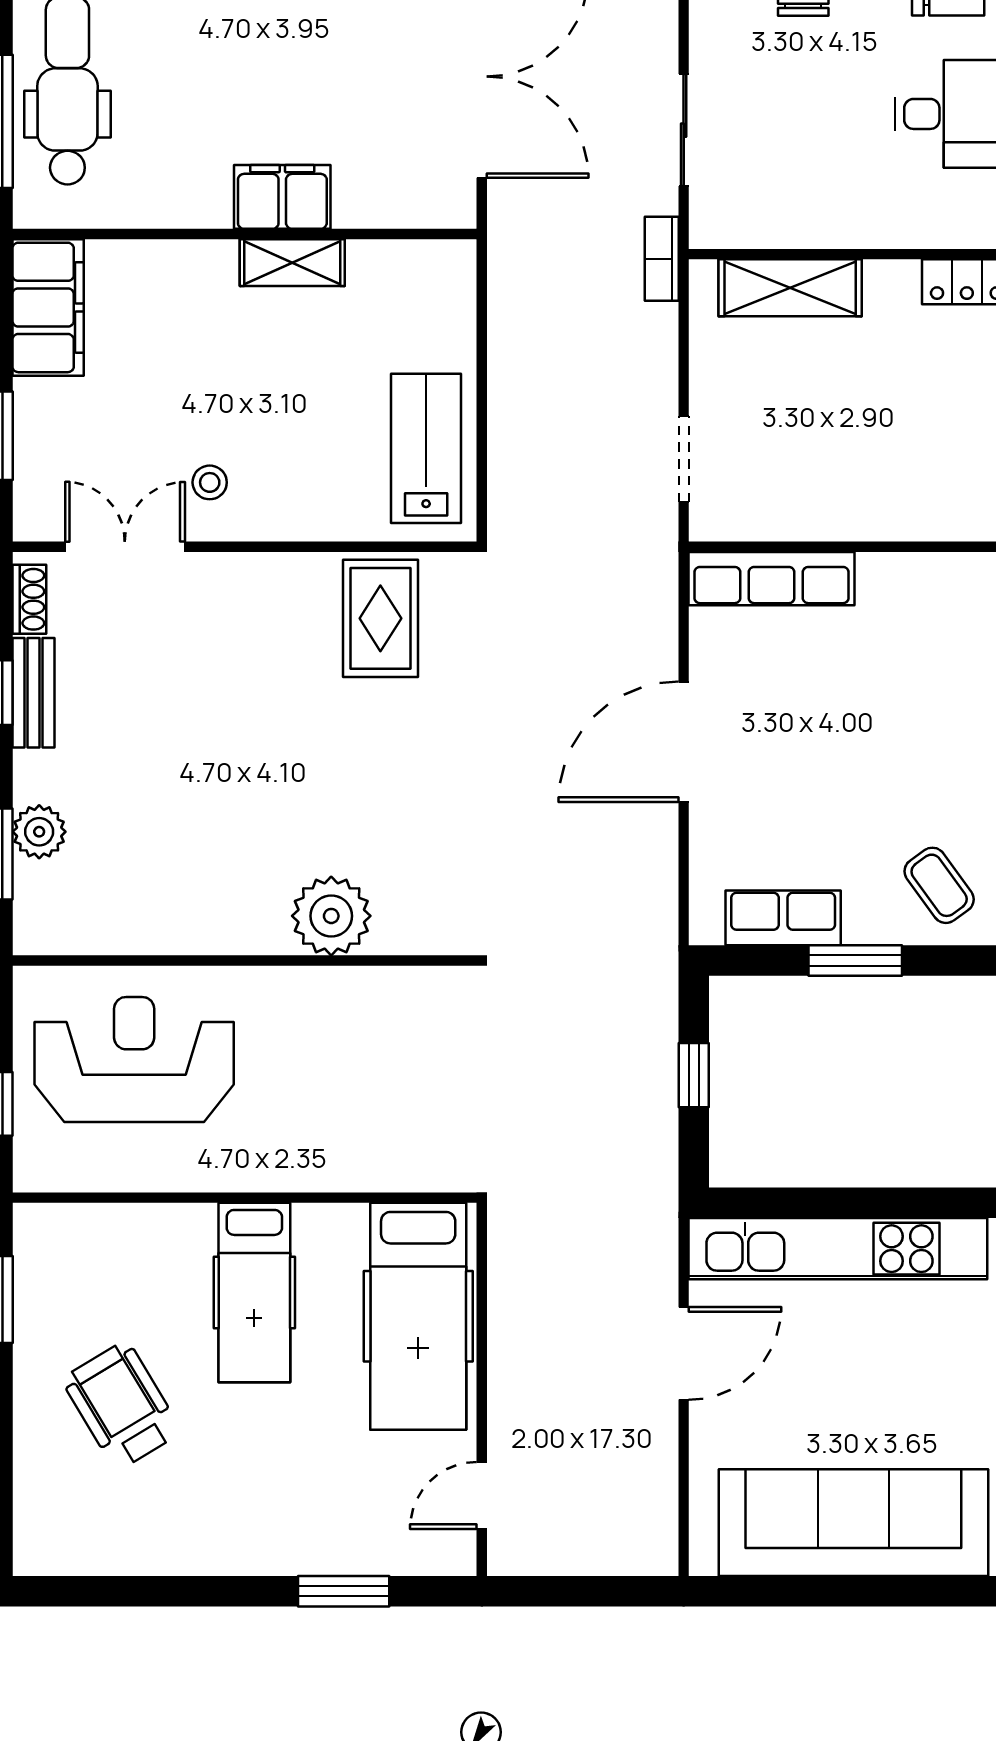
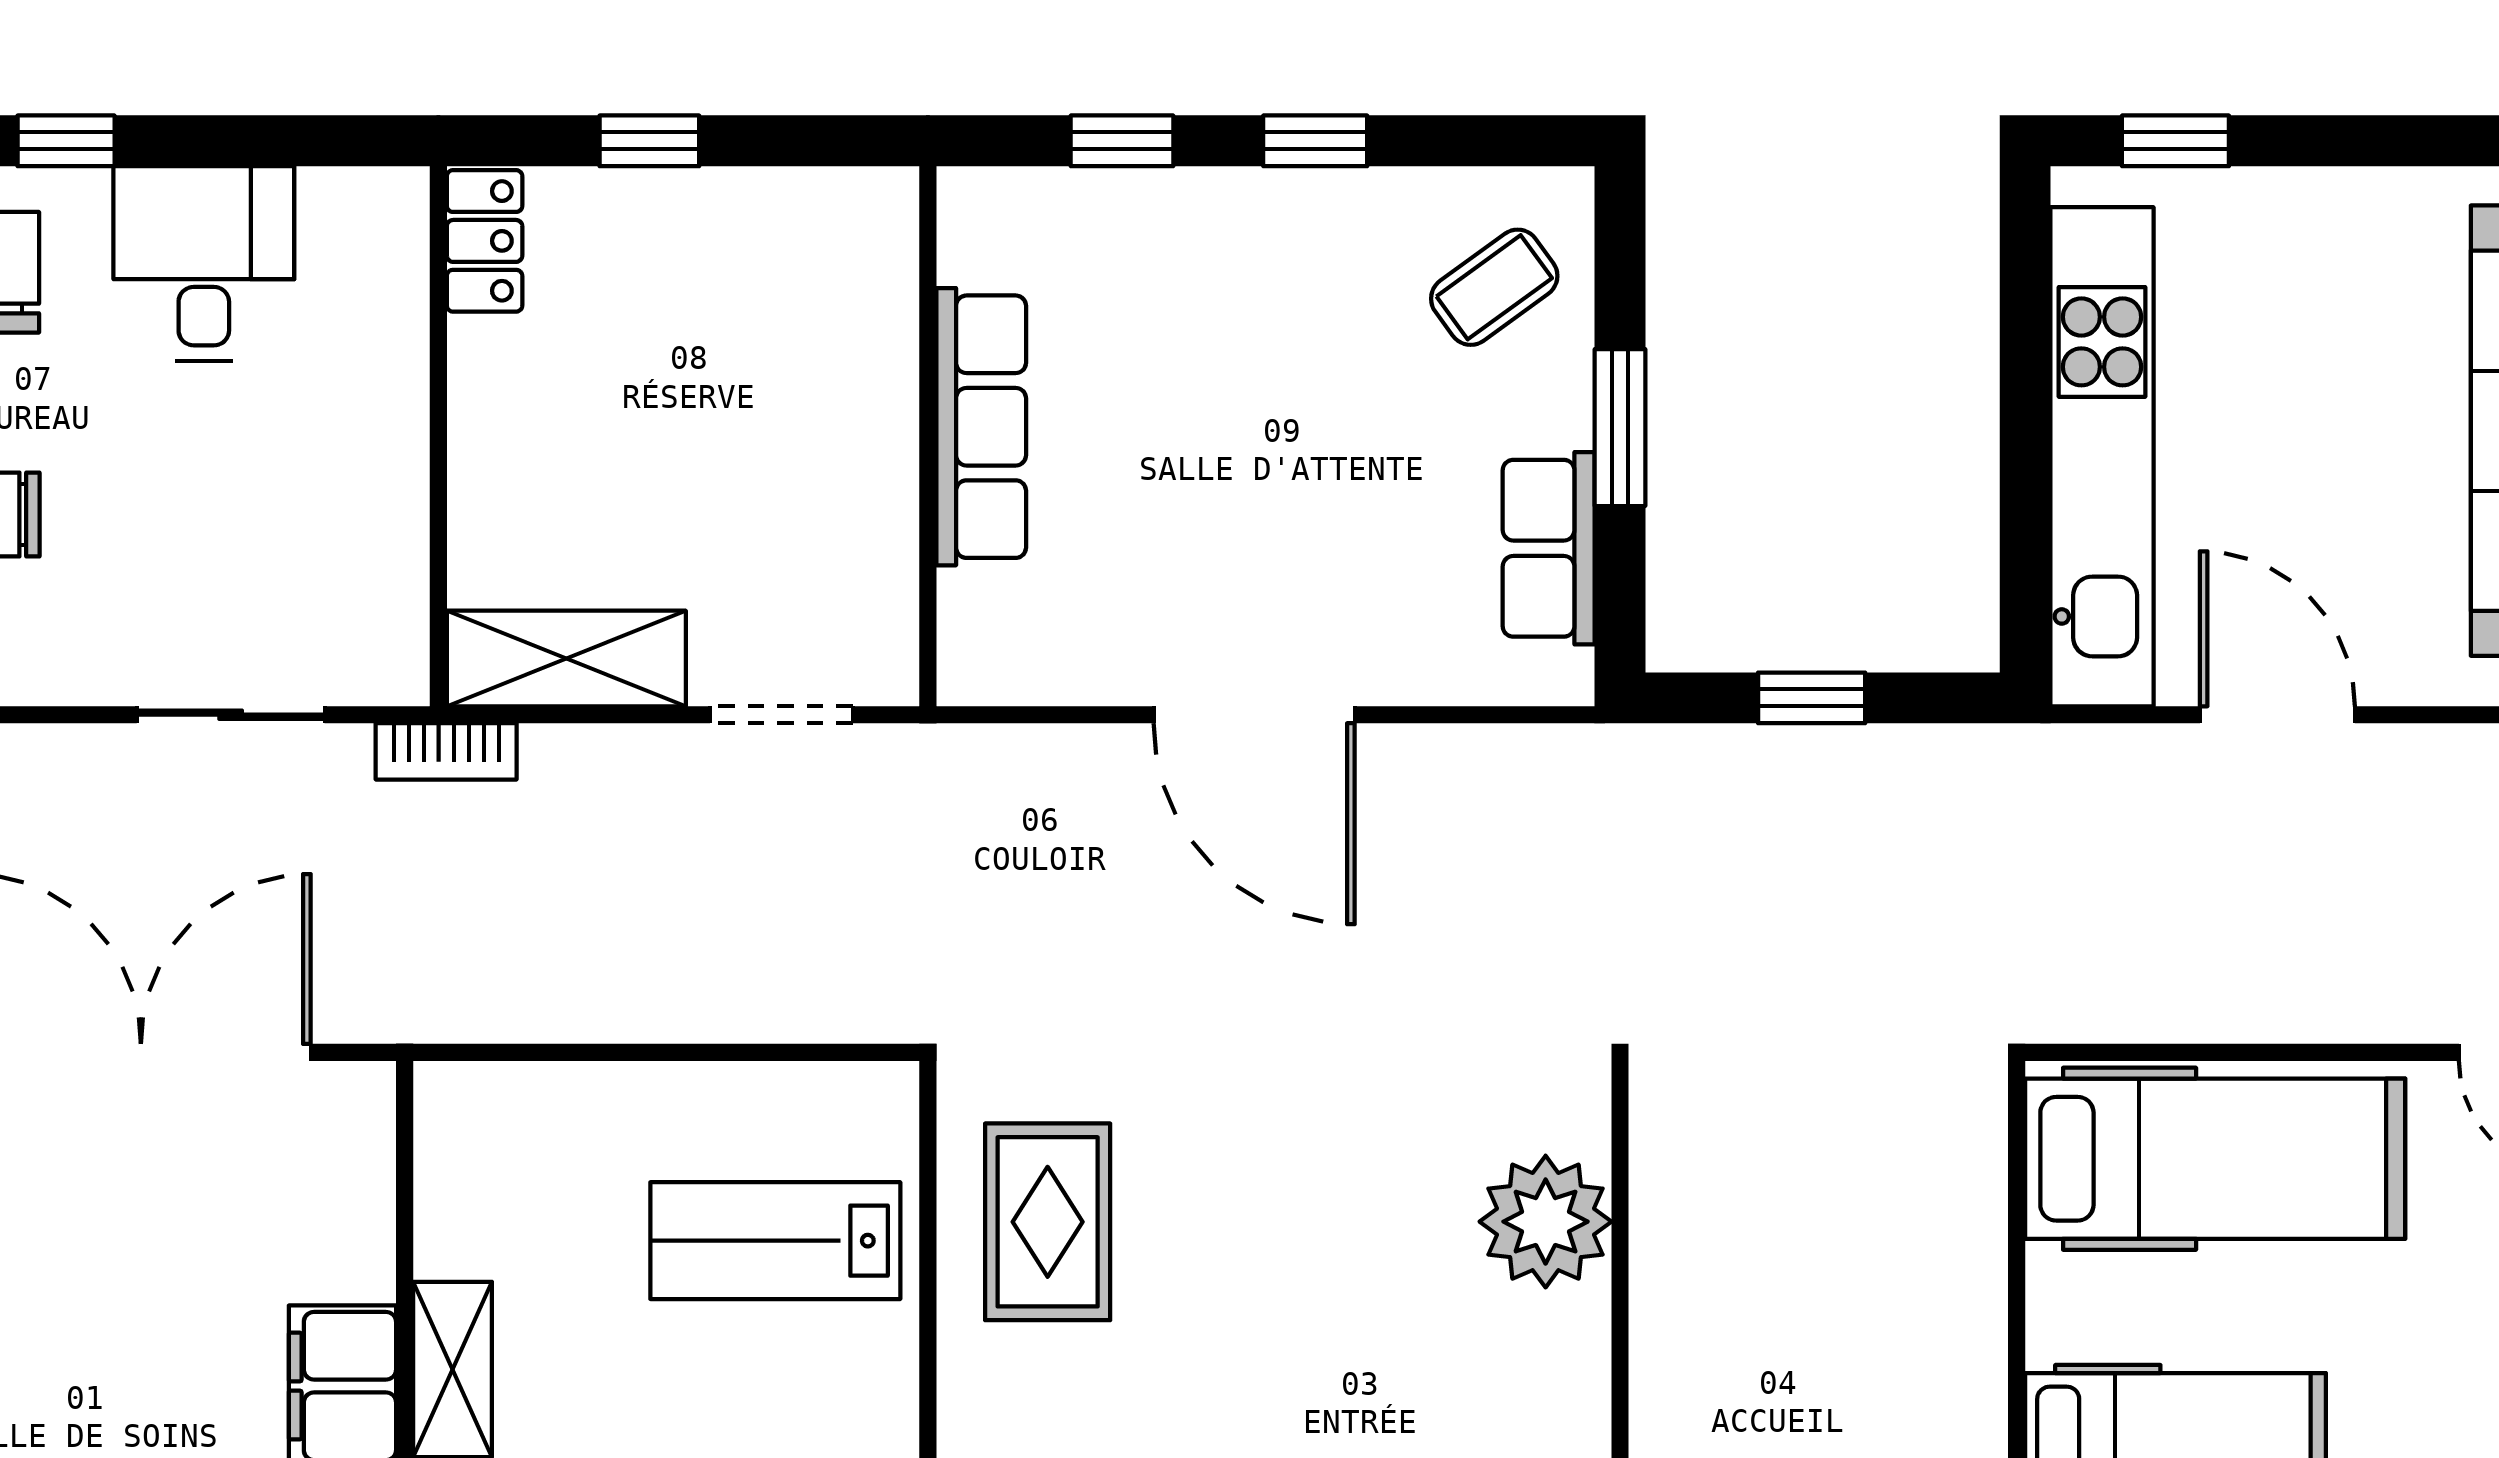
shelving: (790, 288) -> (566, 658), moved, turned 90
lab bench: (426, 448) -> (775, 1241), moved
row of seats: (772, 579) -> (981, 427), moved
rug: (380, 618) -> (1048, 1222), turned 90
plant: (331, 916) -> (1546, 1222), moved

